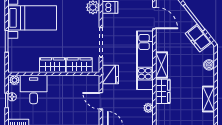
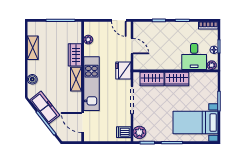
freezer: (199, 38) -> (45, 108), width x1.40

